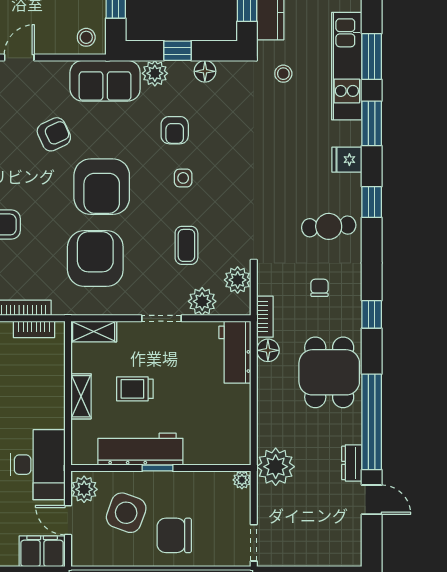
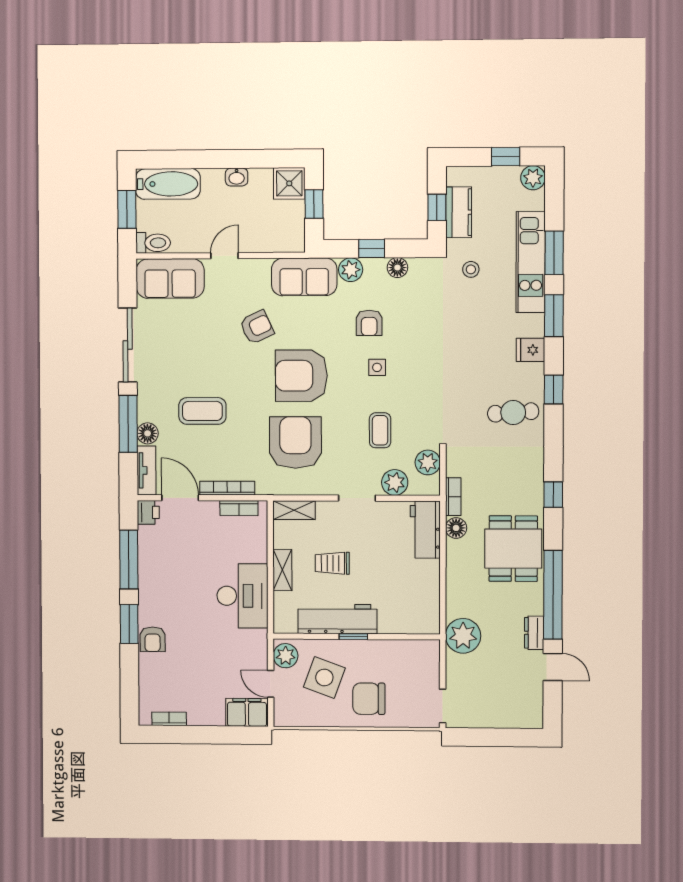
stool: (86, 37) -> (287, 236), removed
armchair: (102, 187) -> (301, 376), turned 90
chair: (320, 288) -> (504, 470), removed
desk: (38, 465) -> (242, 596), moved
plant: (242, 480) -> (432, 648), removed

